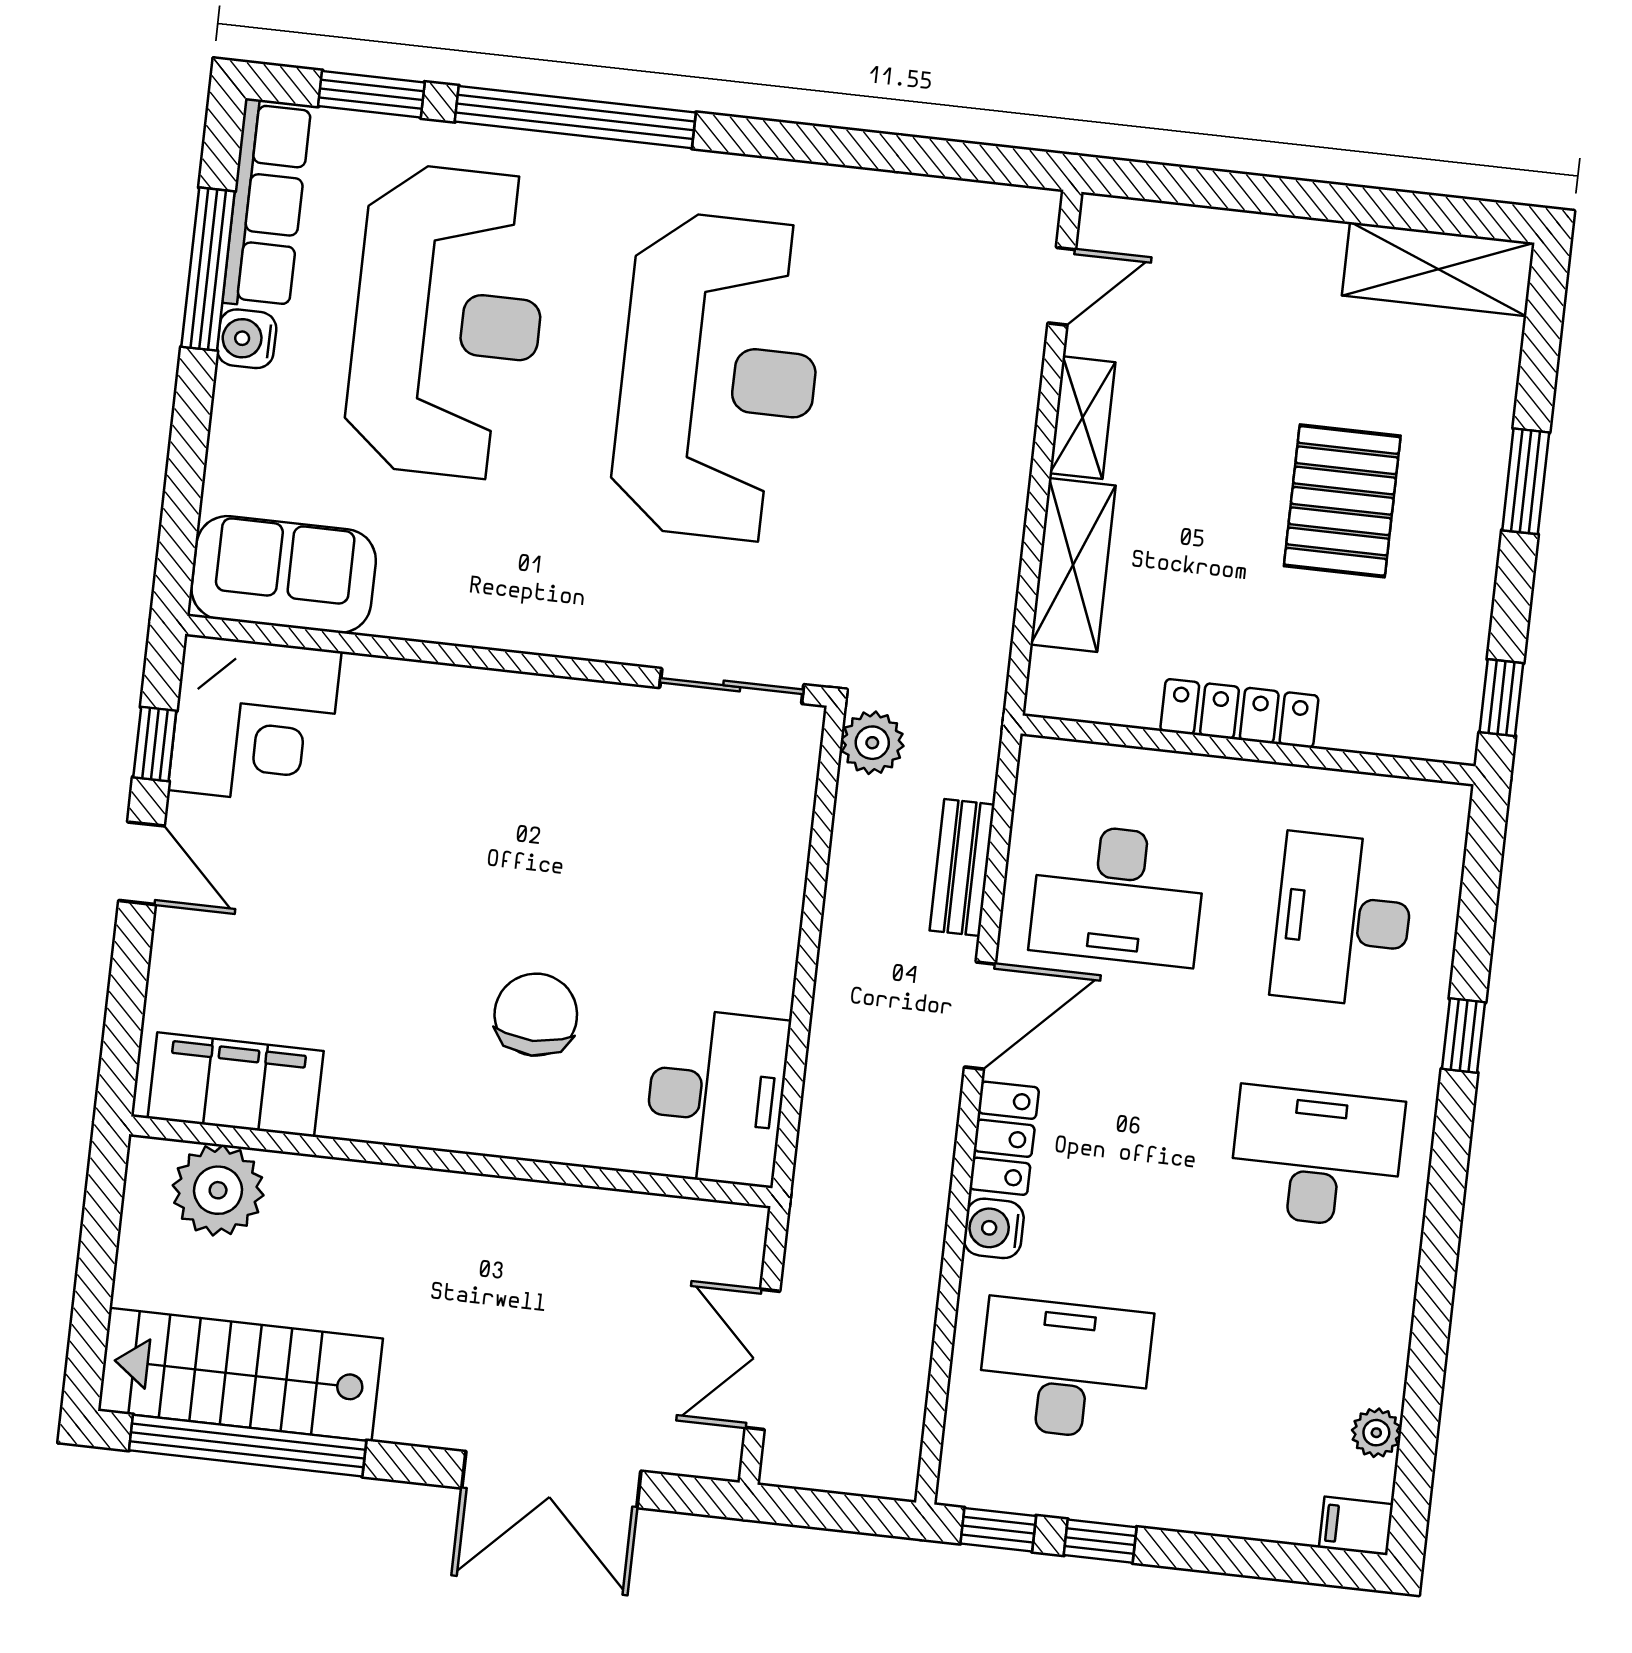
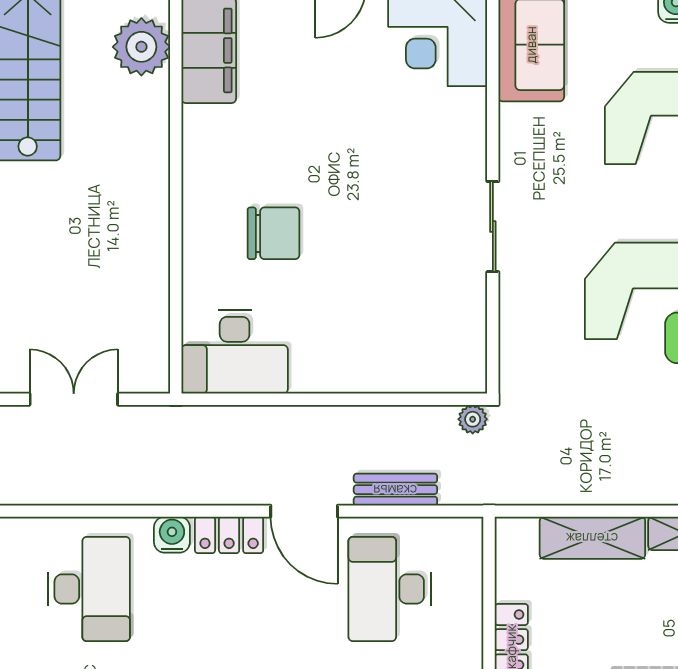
sliding door: (732, 686) -> (493, 227), moved
plant: (872, 743) -> (473, 419), width x0.73, depth x0.73

